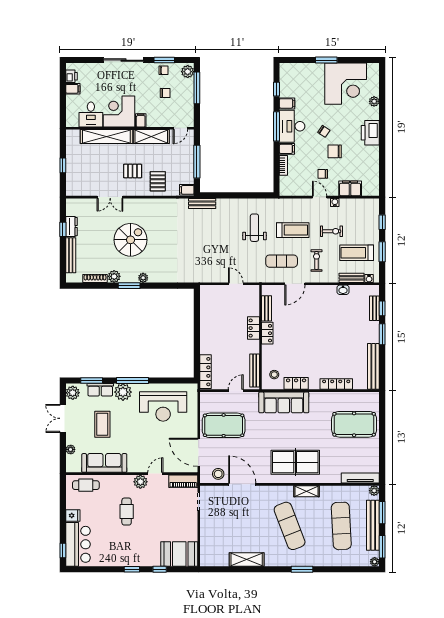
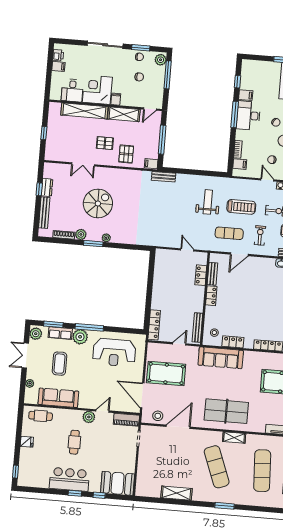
filing cabinet: (287, 149) -> (240, 164), moved
locker: (253, 328) -> (201, 275), moved
door: (242, 484) -> (178, 427), hinge flipped
bar counter: (78, 544) -> (69, 479), moved, turned -90

